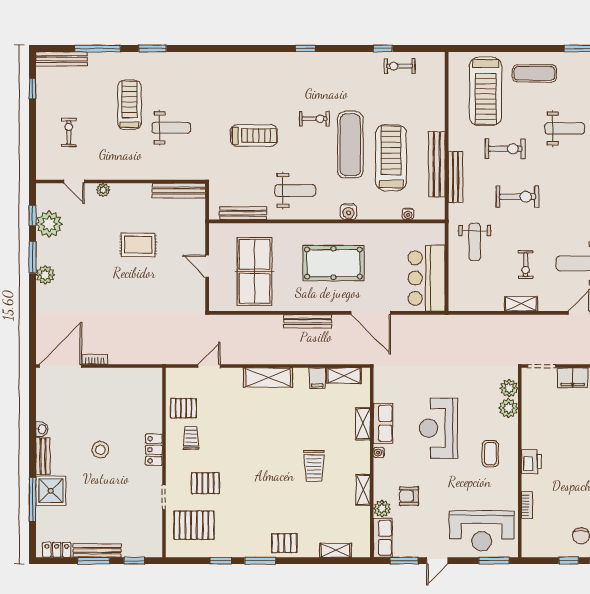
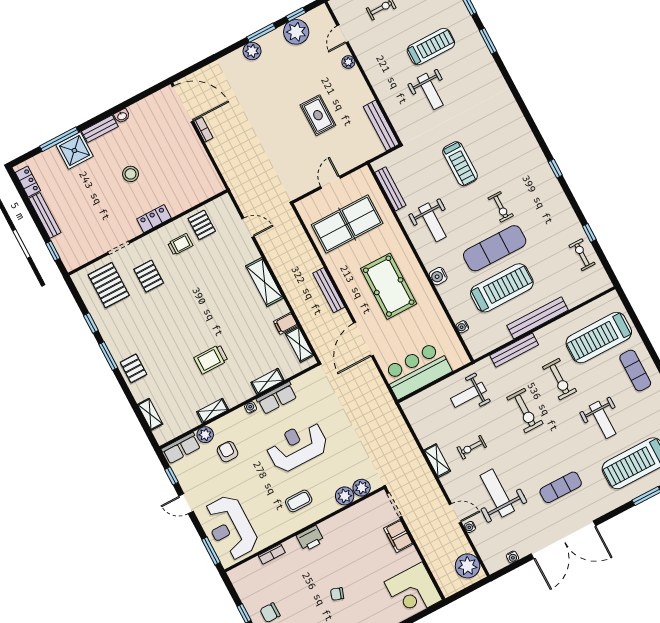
bench: (437, 164) -> (538, 318), moved
window: (94, 561) -> (35, 217), removed
window: (404, 561) -> (171, 476), width x0.67

